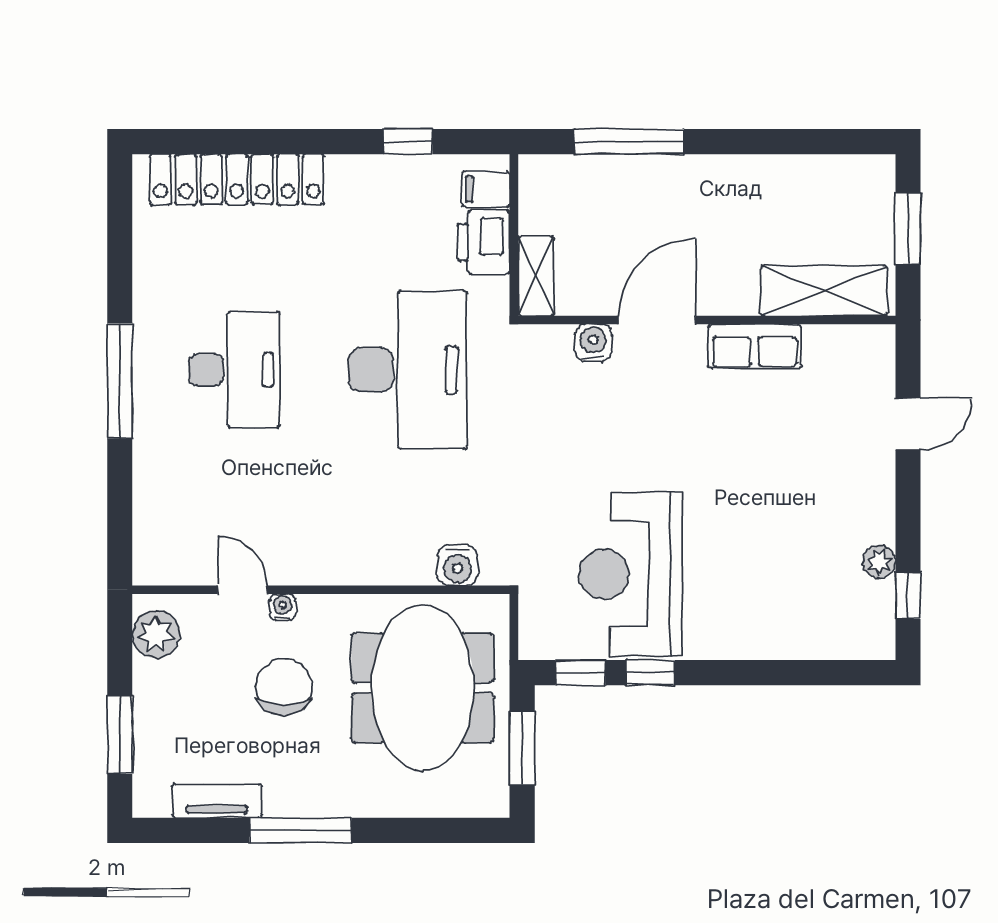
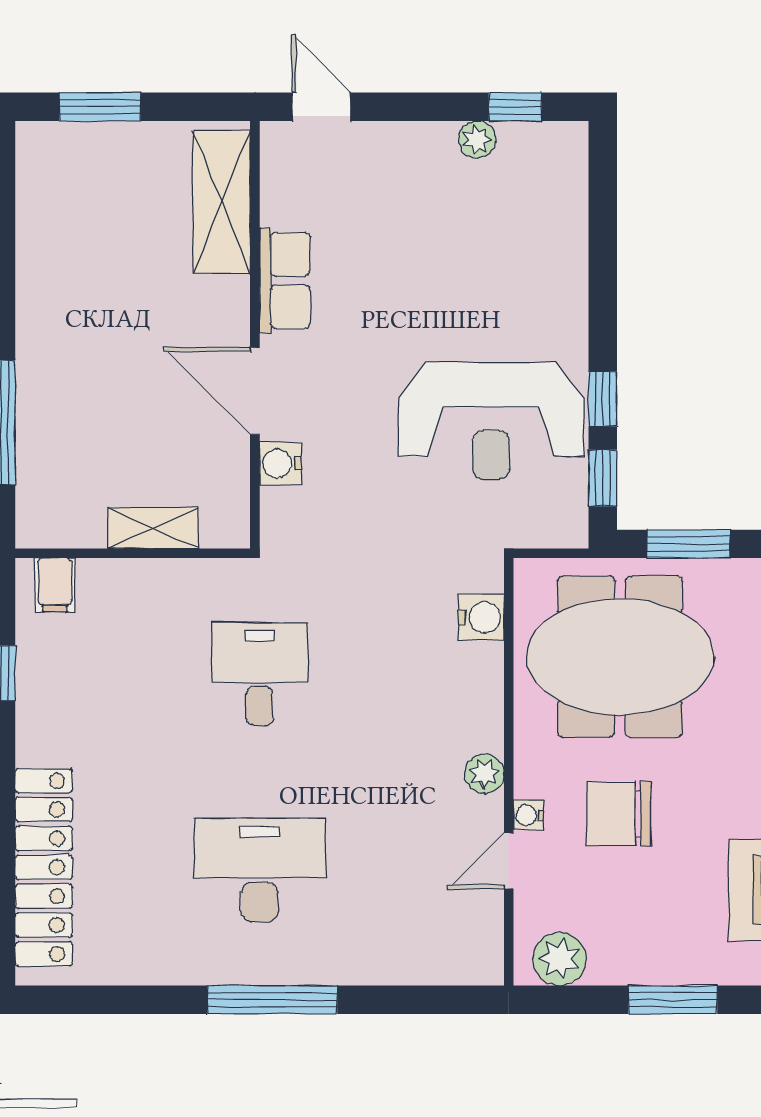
printer: (484, 242) -> (115, 588), removed
shelving: (824, 291) -> (222, 202), moved
door: (657, 320) -> (255, 391), moved
wall: (707, 320) -> (255, 335), moved
water cooler: (593, 343) -> (281, 463), moved
row of seats: (755, 346) -> (285, 281), moved
desk: (407, 370) -> (260, 674), width x0.53, depth x0.77
plant: (319, 568) -> (484, 774), added

